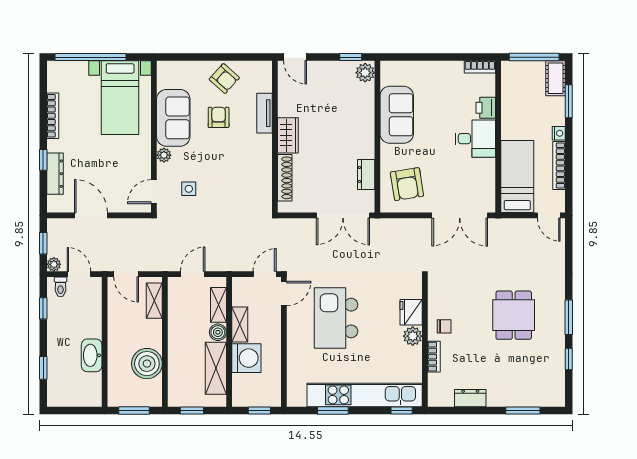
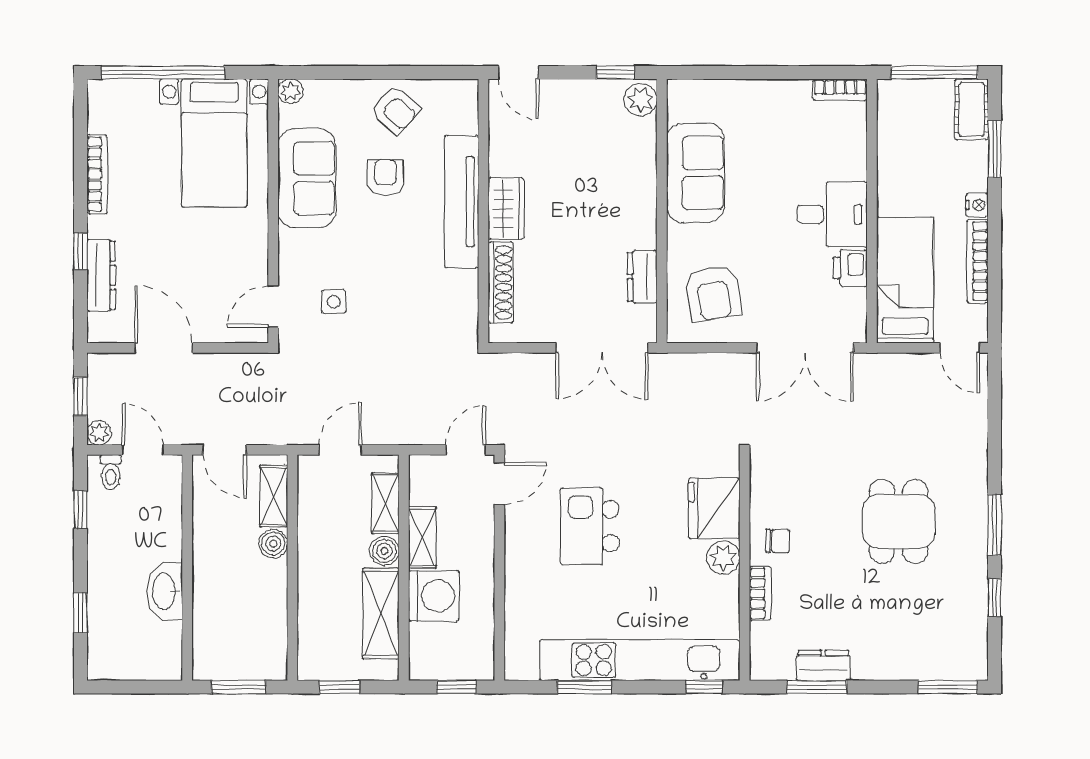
printer: (486, 108) -> (850, 268), moved
tv unit: (264, 113) -> (462, 202), width x1.92, depth x1.29
plant: (164, 155) -> (290, 91), moved
fridge: (411, 312) -> (714, 508), width x1.36, depth x1.34
kitchen island: (336, 318) -> (590, 526), width x0.73, depth x0.78
boiler: (147, 364) -> (273, 544), moved, width x0.54, depth x0.54
window: (467, 410) -> (817, 687), added
window: (523, 410) -> (948, 687), moved

